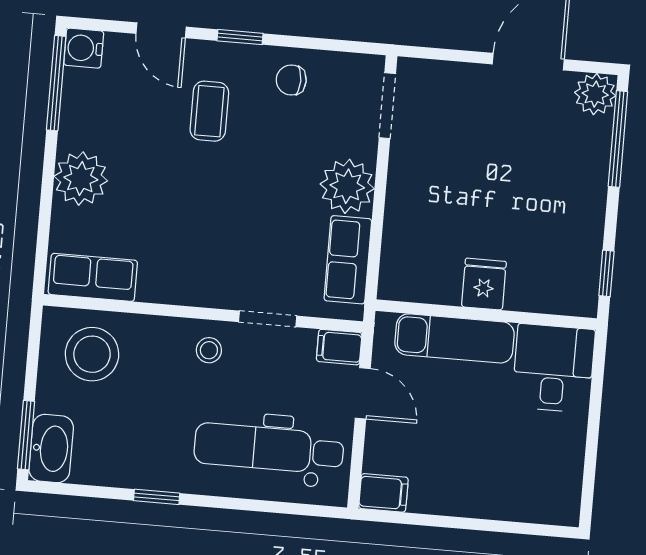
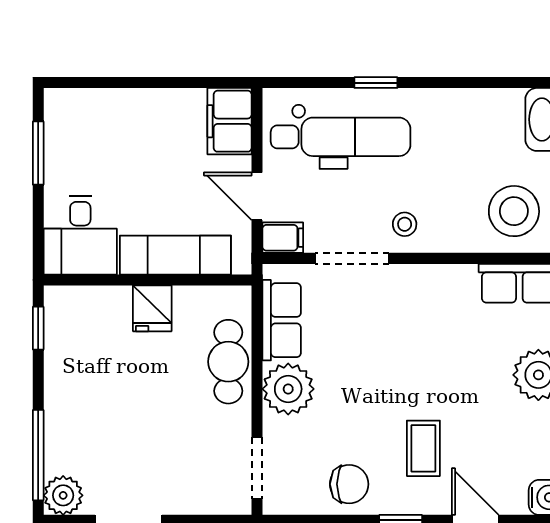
chair: (291, 80) -> (349, 484), width x1.37, depth x1.37
cafe table: (408, 221) -> (228, 362), added
doorway: (268, 319) -> (352, 258), width x1.38
window: (591, 459) -> (38, 153), added
filing cabinet: (383, 493) -> (230, 121), width x2.00
window: (157, 497) -> (376, 83), moved

